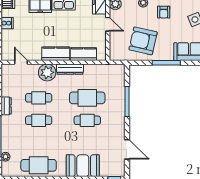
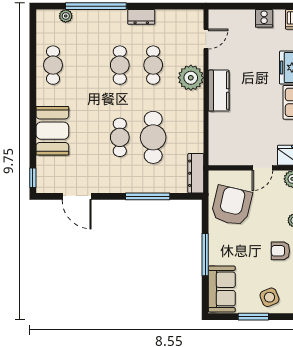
armchair: (143, 41) -> (232, 206), moved
kitchen counter: (83, 54) -> (218, 132), removed
dresser: (70, 69) -> (196, 173), moved
door: (127, 149) -> (77, 196), hinge flipped
cafe table: (39, 165) -> (53, 65), width x0.73, depth x0.74

